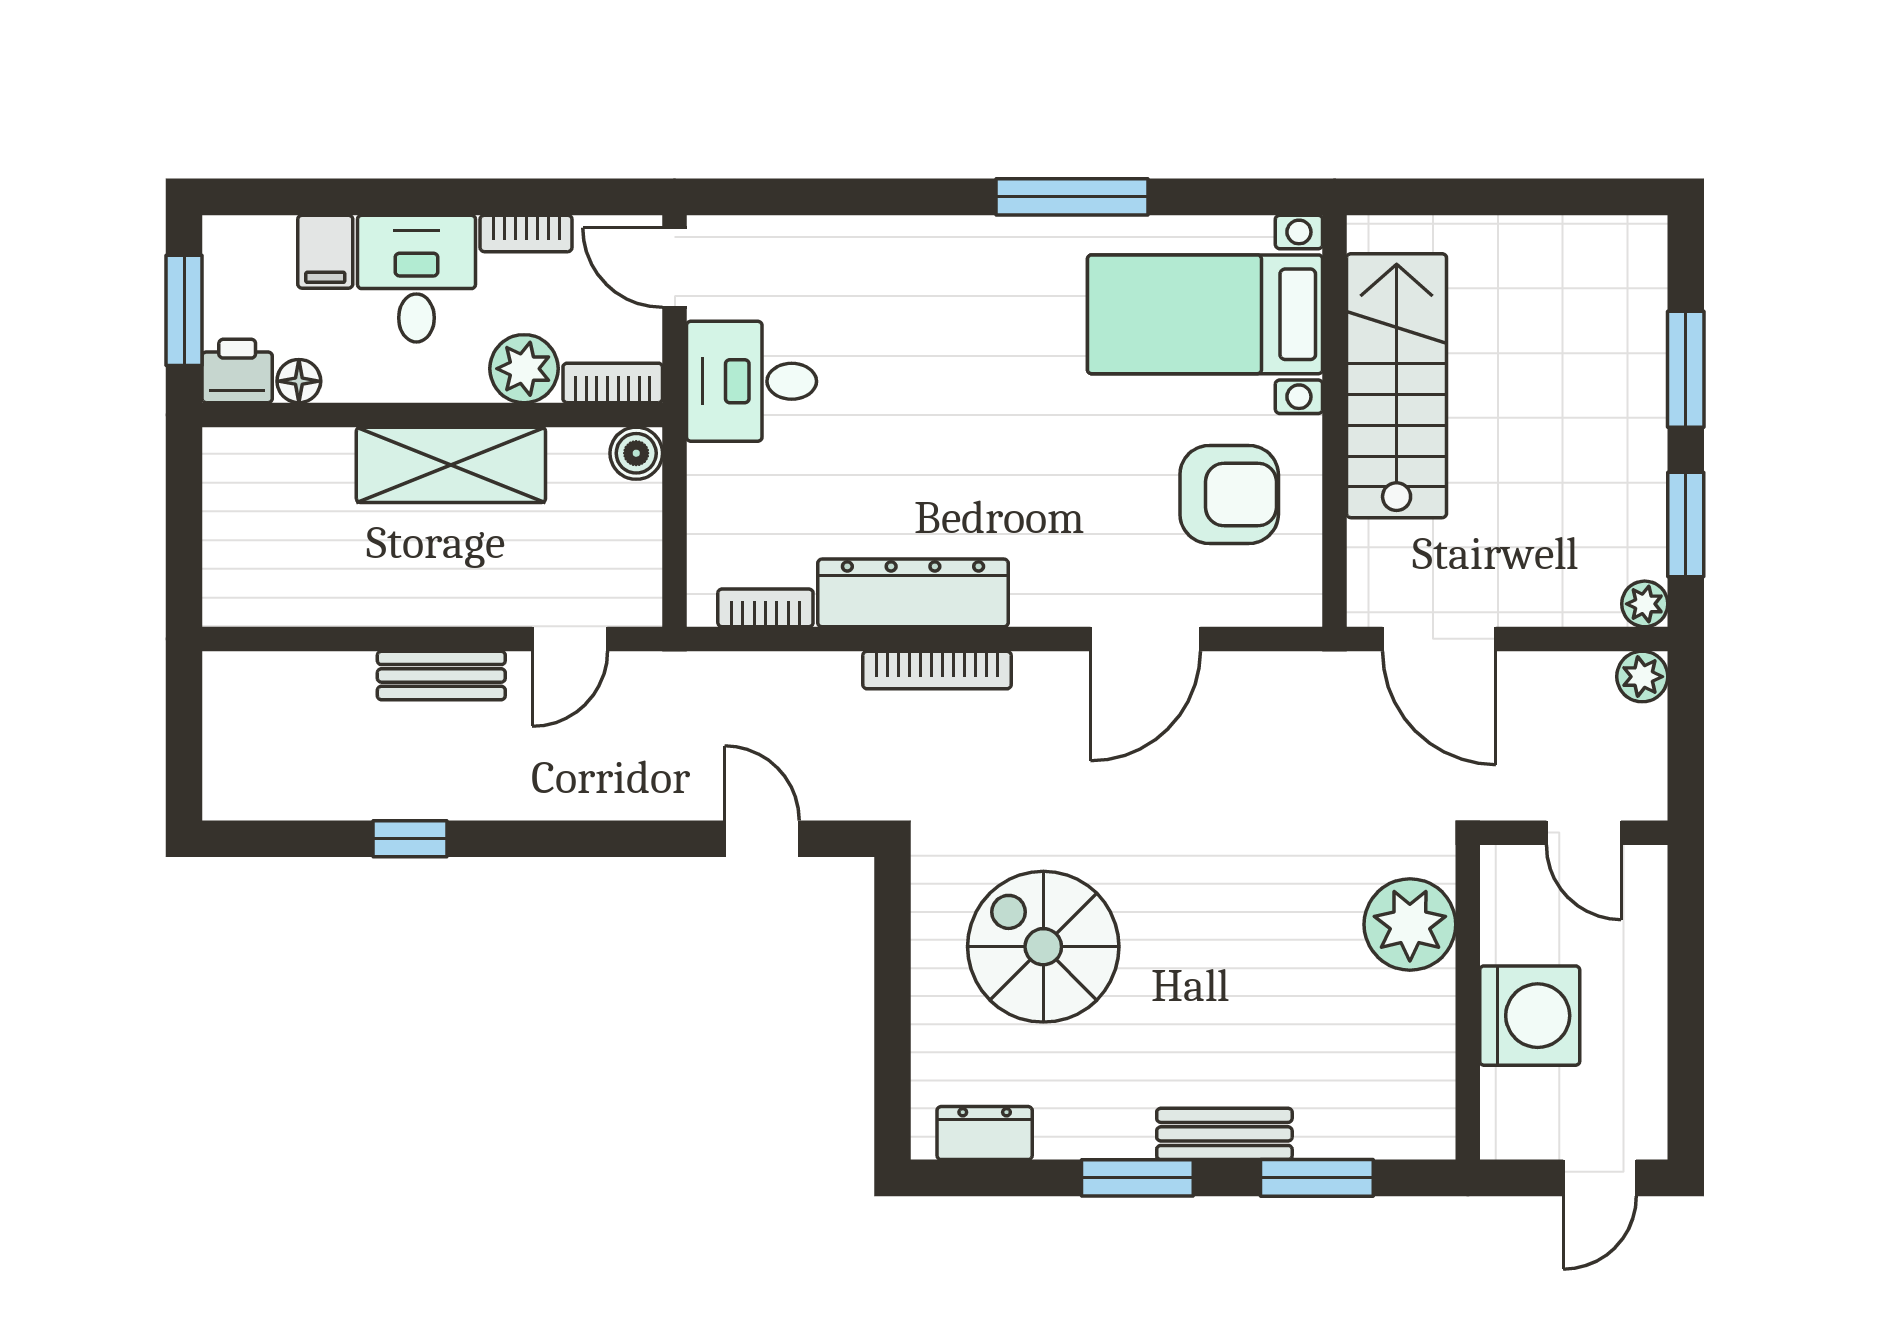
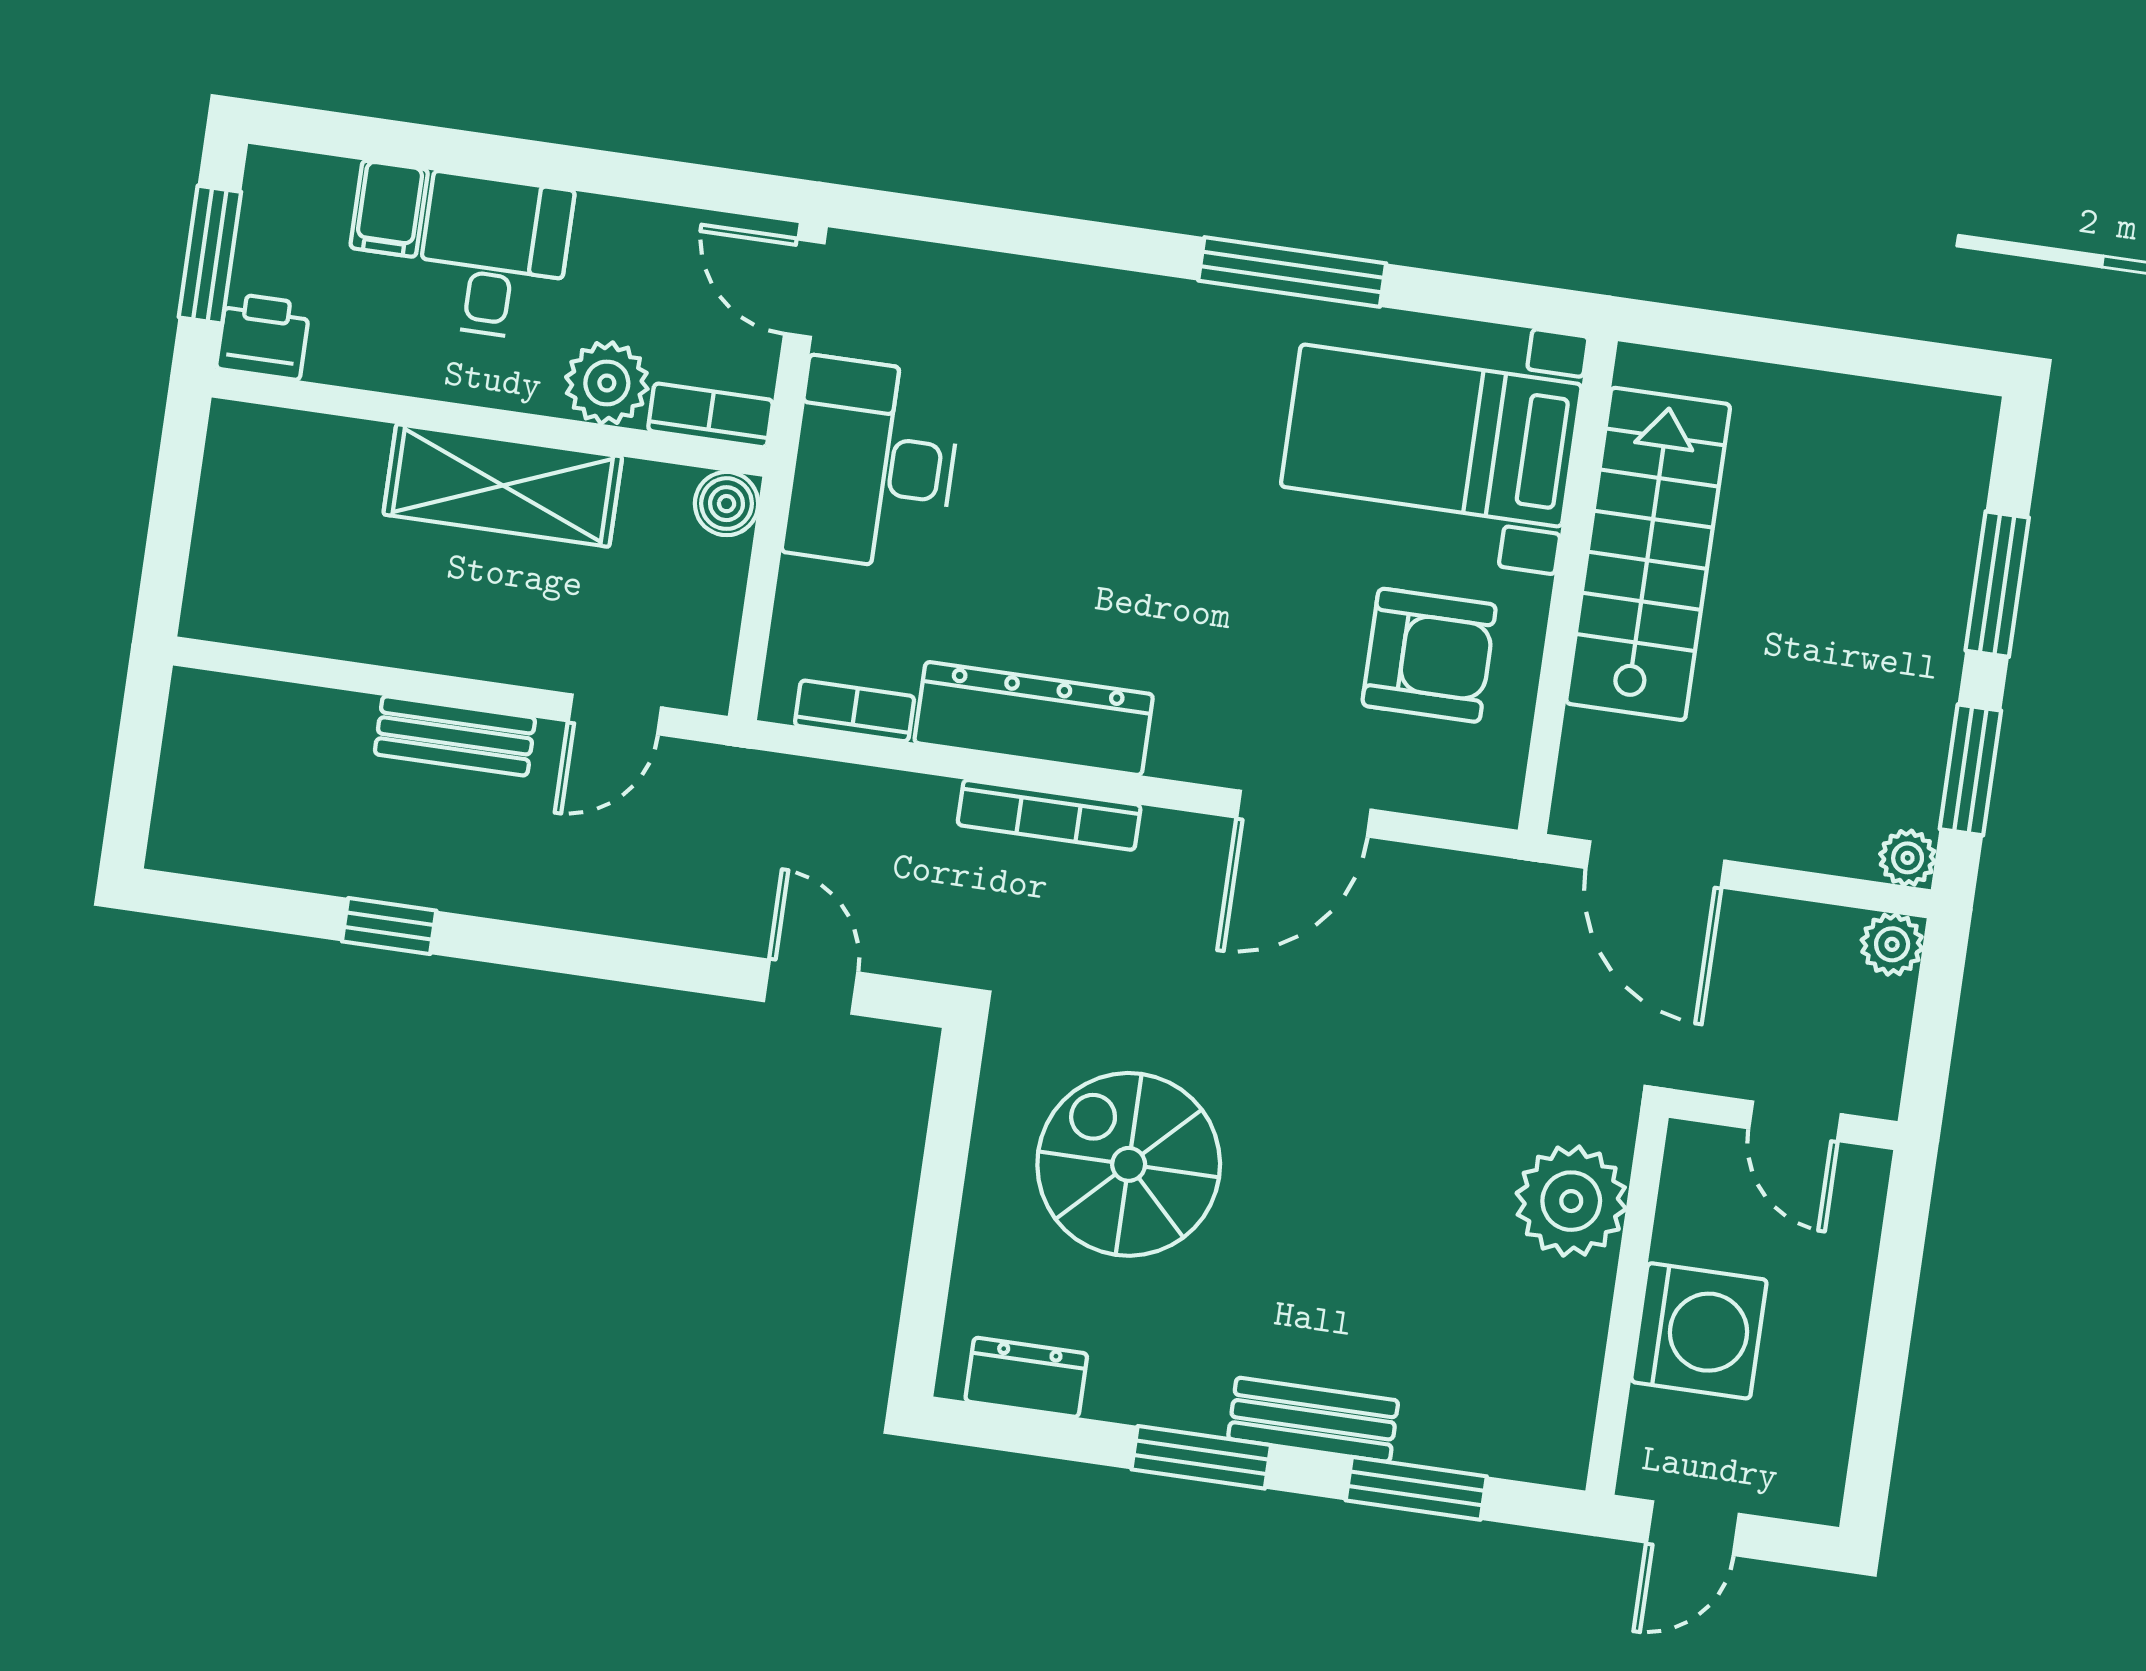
bookcase: (526, 233) -> (633, 221), removed
floor lamp: (299, 381) -> (335, 359), removed
desk: (751, 381) -> (873, 464), width x1.37
door: (1600, 1178) -> (1693, 1528), moved

